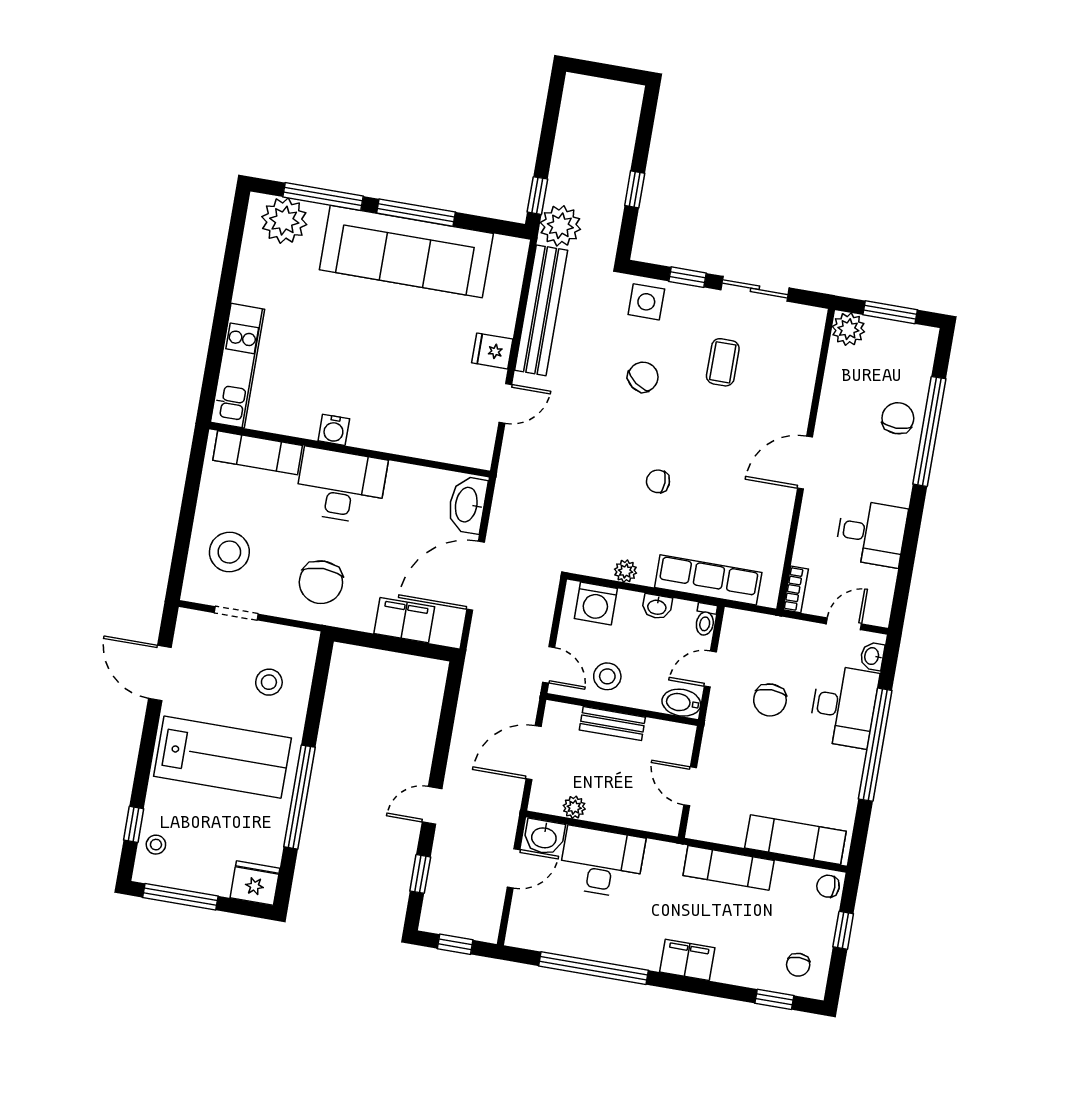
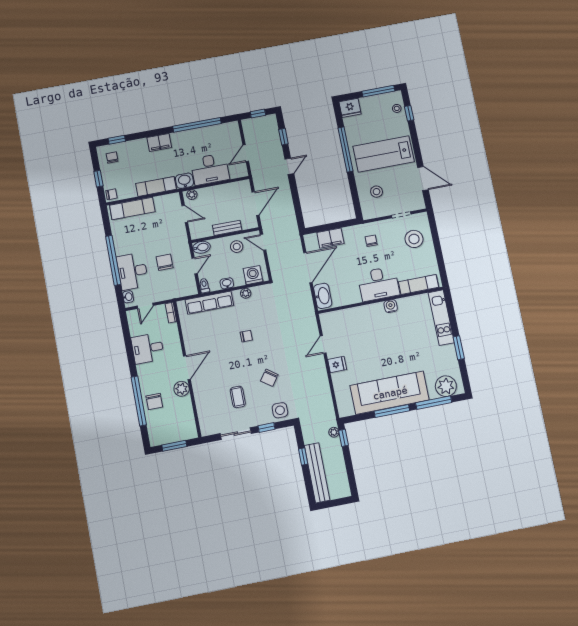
plant: (560, 226) -> (334, 432), width x0.53, depth x0.53
window: (226, 289) -> (459, 348), added
bench: (541, 310) -> (317, 473), moved
plant: (848, 329) -> (182, 389), moved
chair: (321, 582) -> (371, 241), width x0.54, depth x0.54
plant: (574, 807) -> (192, 195), moved
washbasin: (544, 837) -> (184, 181), moved

